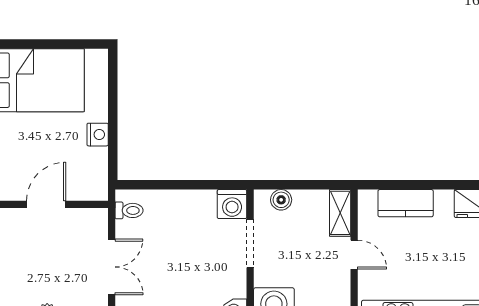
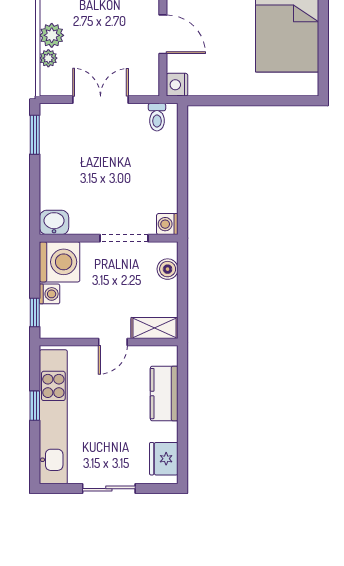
nightstand: (98, 135) -> (177, 85), moved, turned 90
washing machine: (232, 204) -> (167, 224), width x0.73, depth x0.73
double door: (112, 267) -> (101, 100), swing flipped

